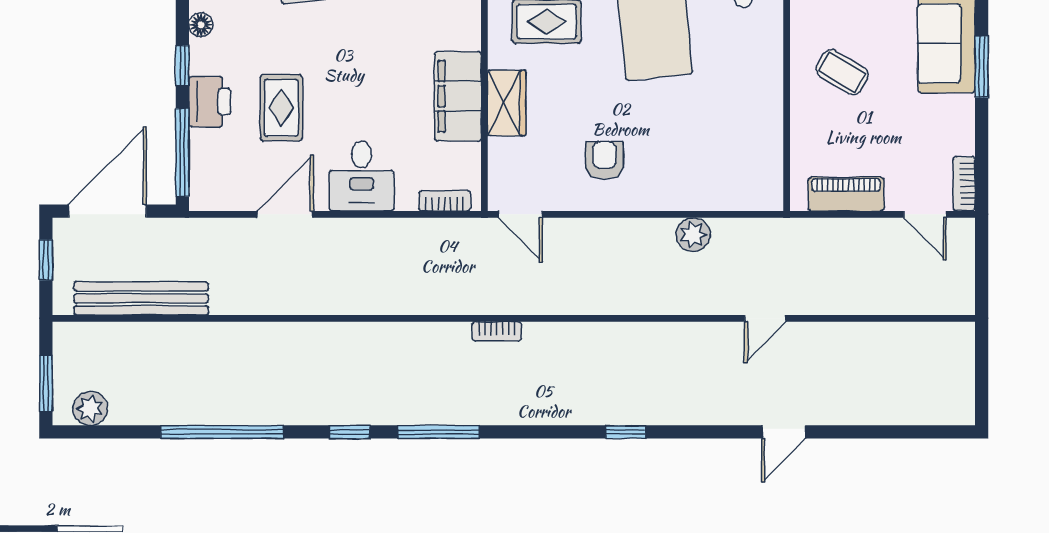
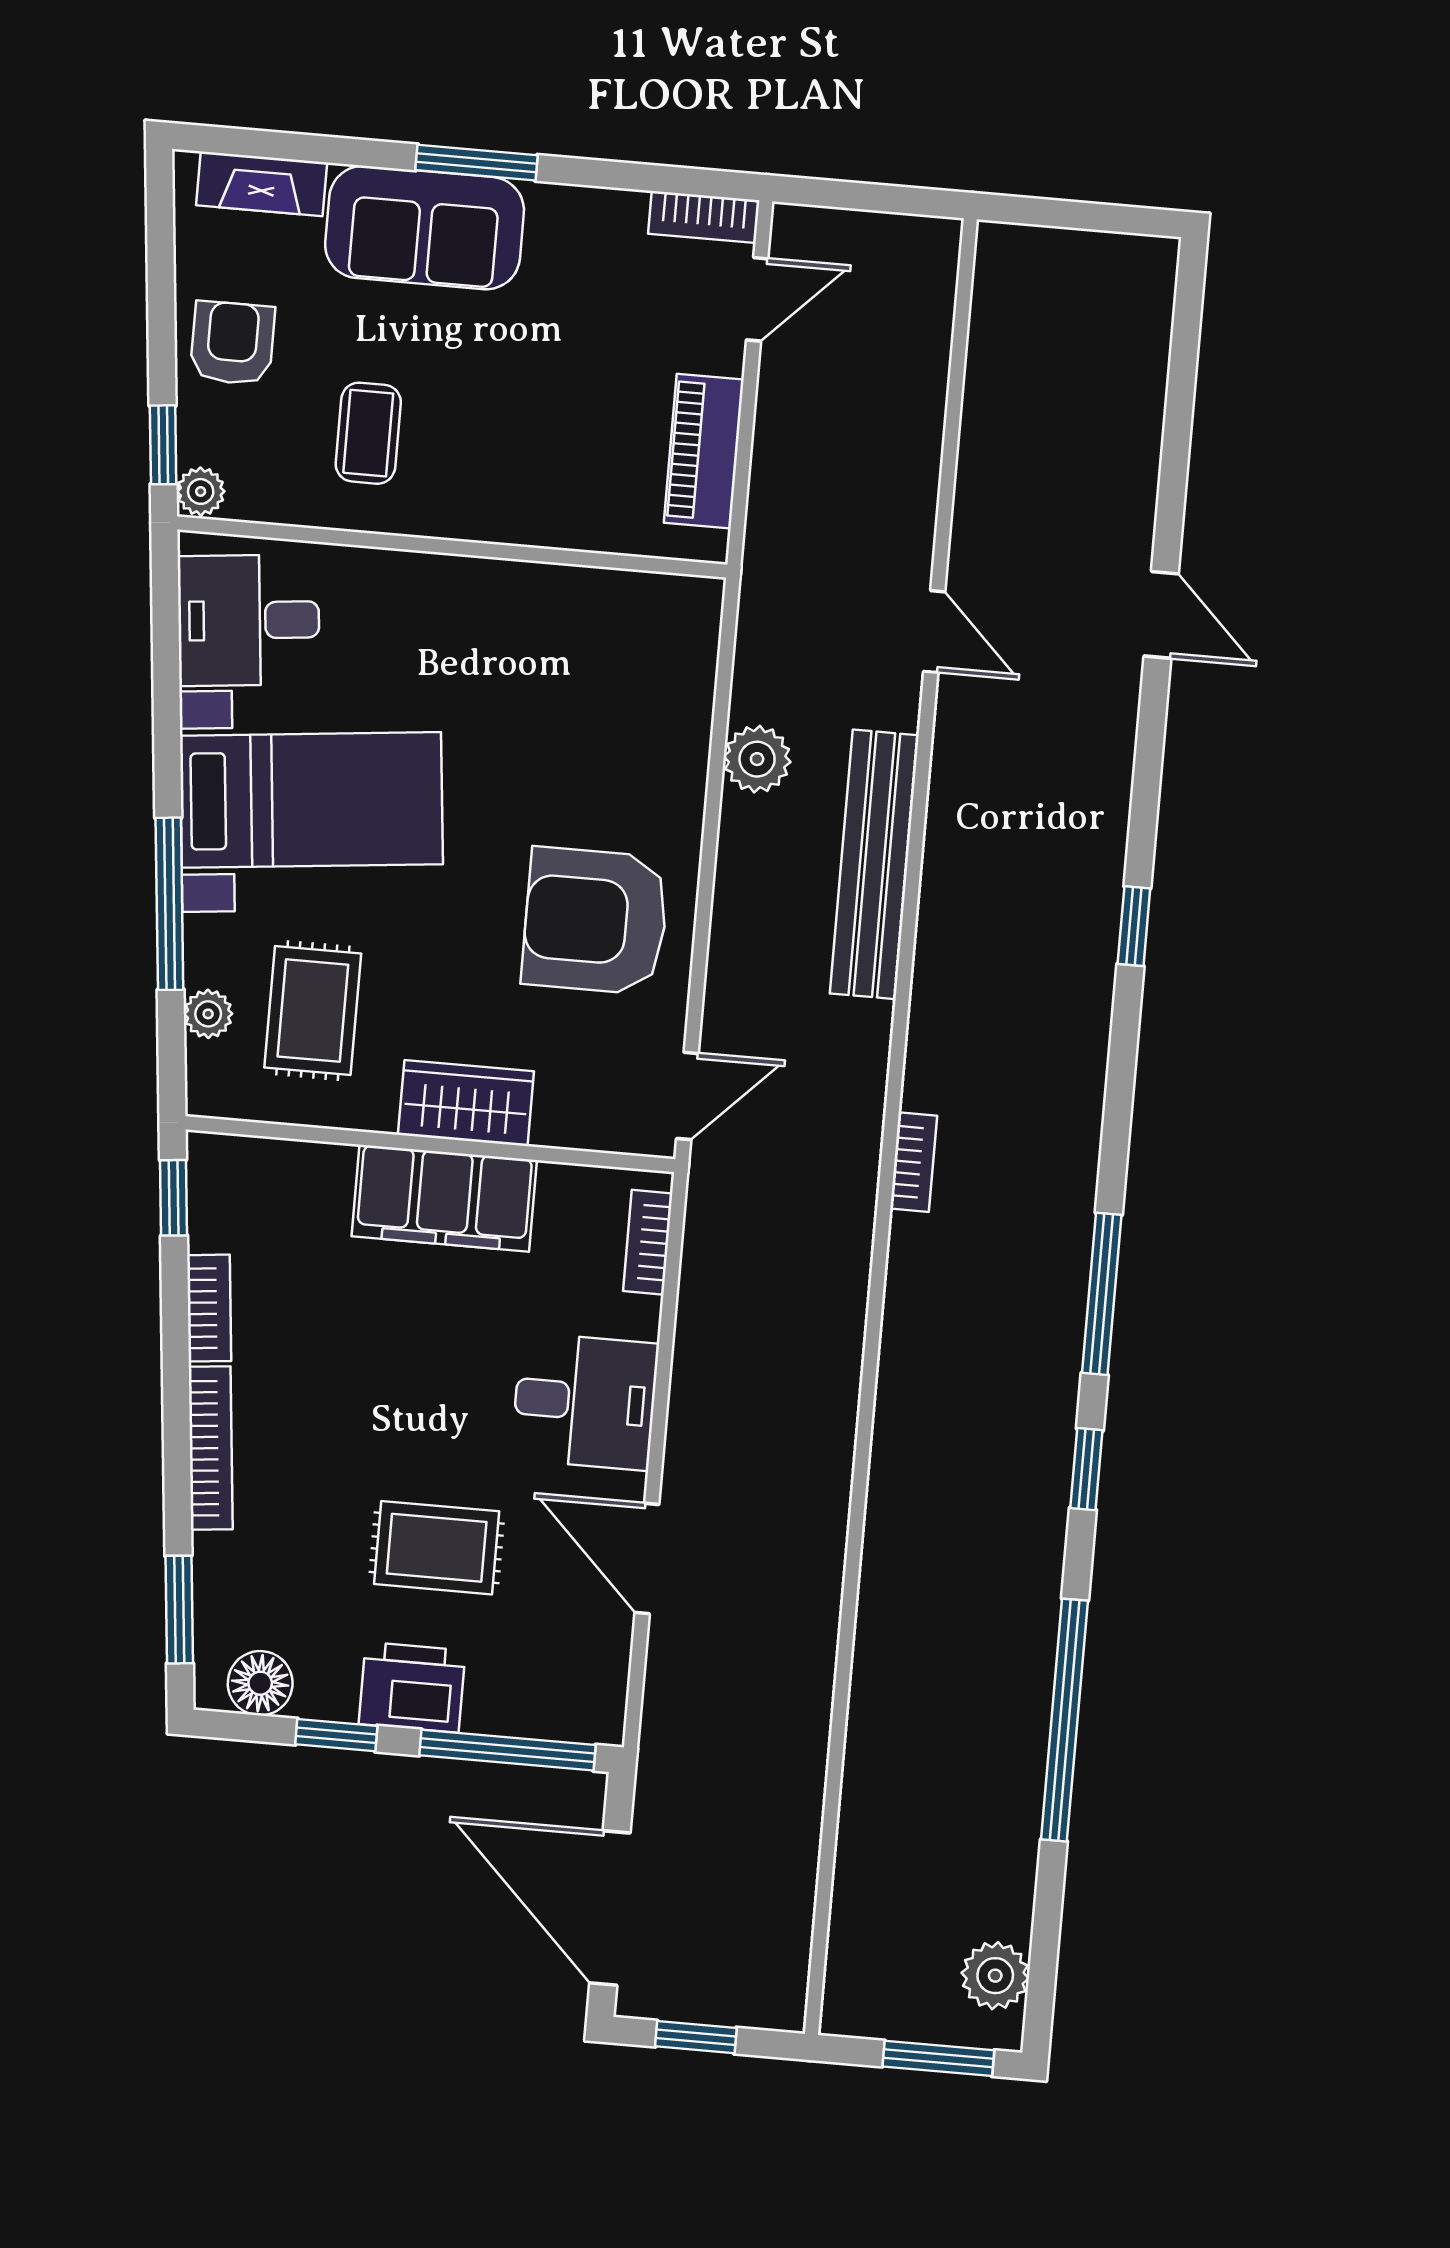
floor lamp: (201, 25) -> (260, 1683), width x1.37, depth x1.37
coffee table: (842, 72) -> (368, 433), moved, turned -31
armchair: (604, 160) -> (595, 921), width x1.88, depth x1.88
bench: (141, 298) -> (874, 864), moved

